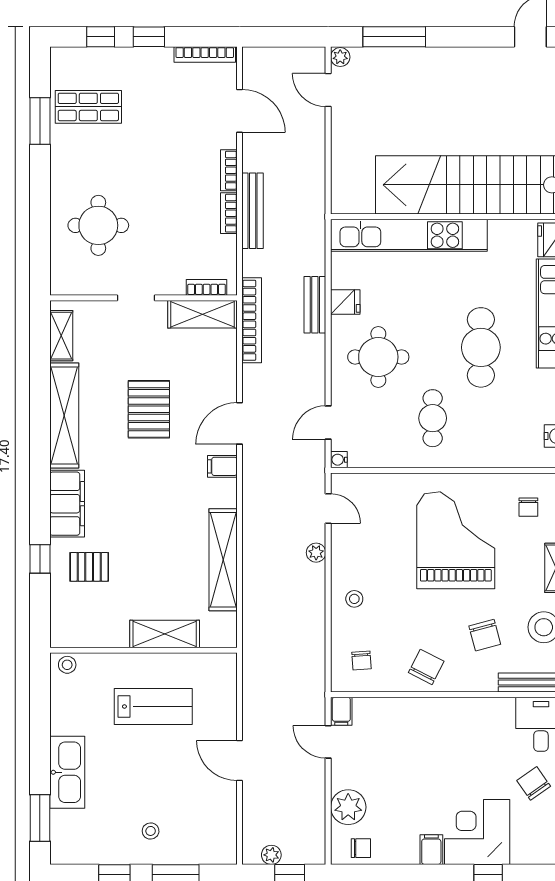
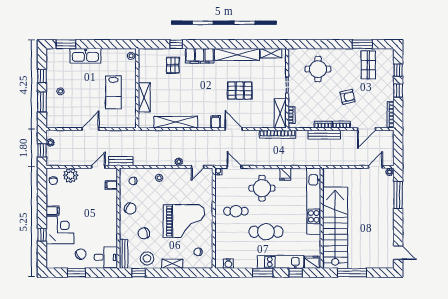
armchair: (164, 156) -> (348, 97), added
bench: (315, 305) -> (121, 161), moved
filing cabinet: (341, 711) -> (111, 185), moved

